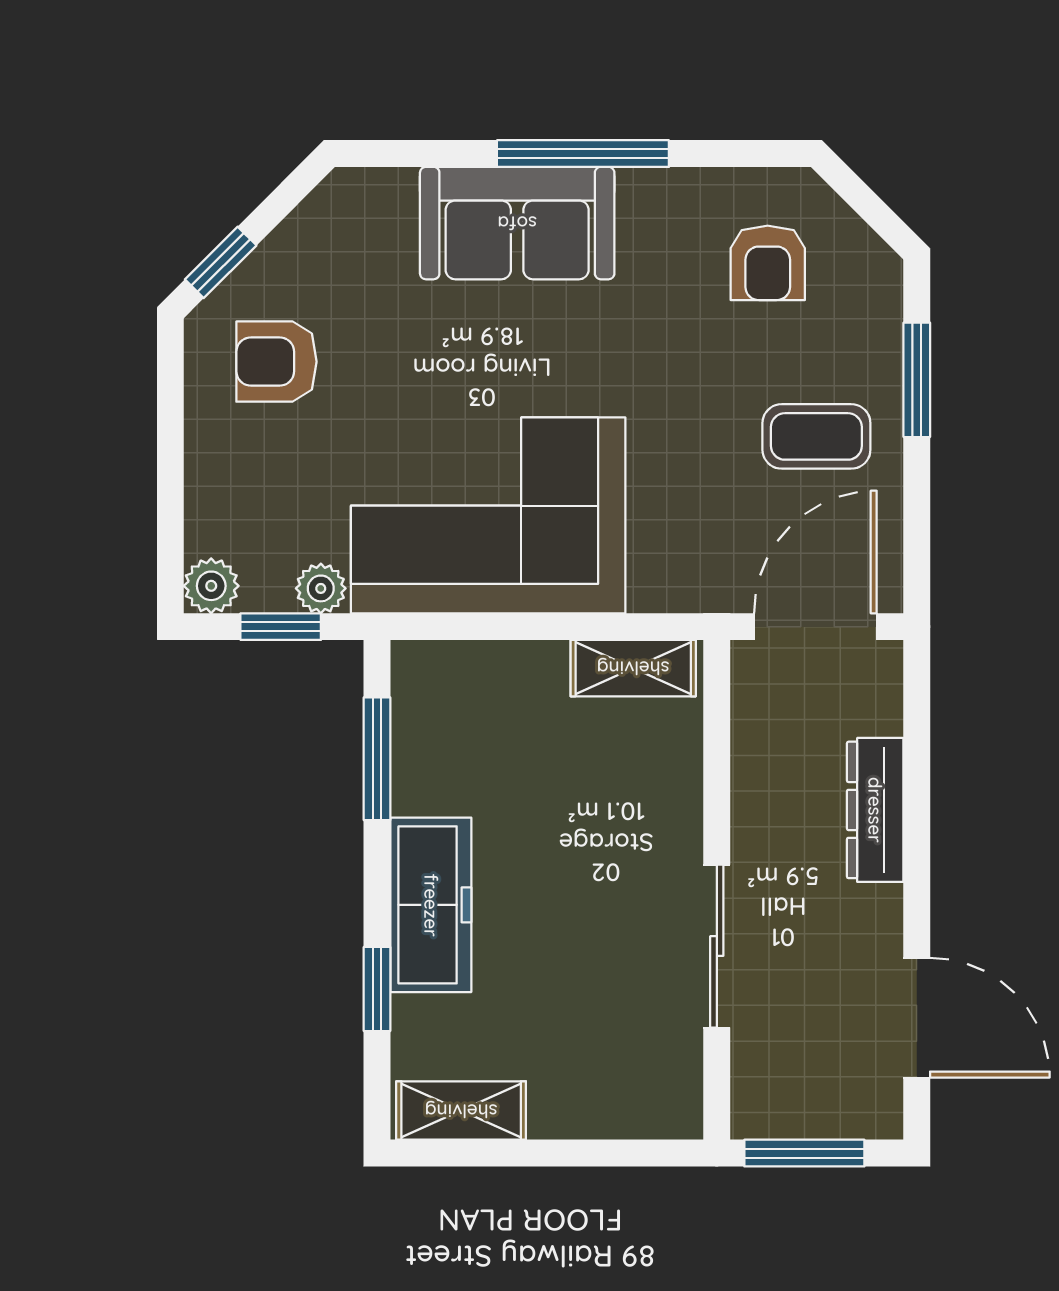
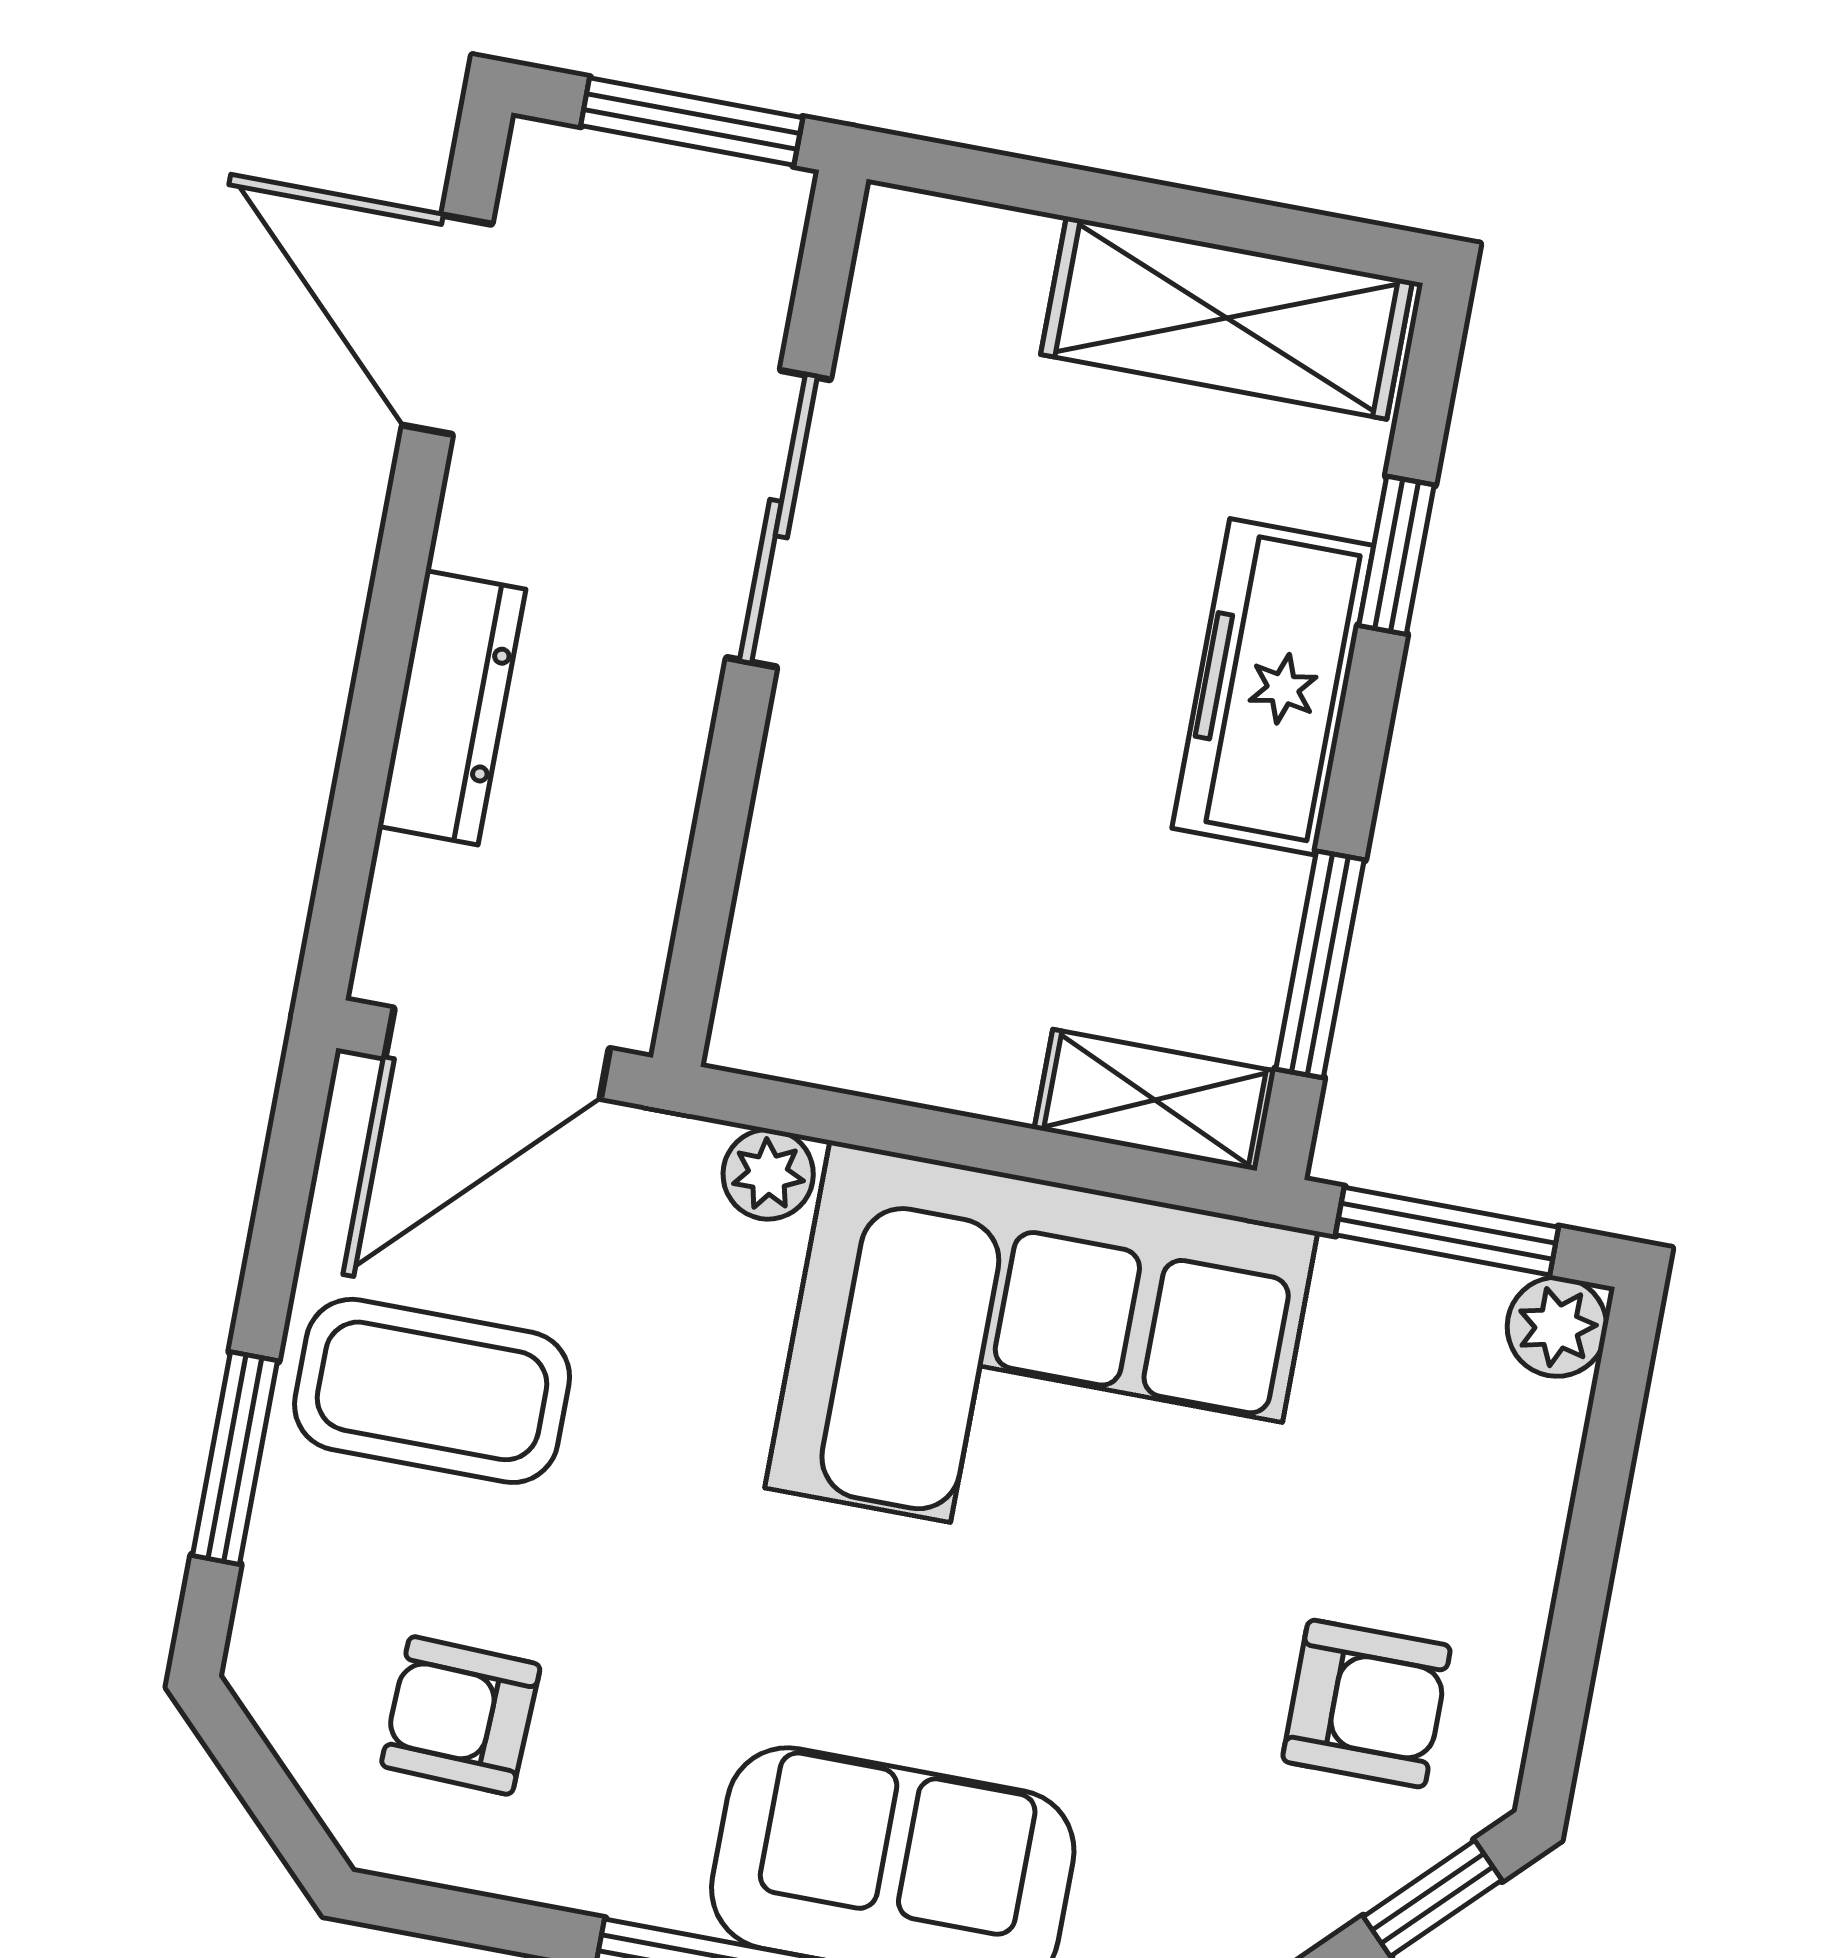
armchair: (768, 263) -> (461, 1715), turned -88
coffee table: (816, 436) -> (432, 1391), width x1.36, depth x1.30
plant: (321, 588) -> (768, 1174), moved
window: (281, 627) -> (1447, 1231), width x1.50
shelving: (633, 668) -> (1155, 1100), moved
shelving: (461, 1111) -> (1227, 318), width x1.50, depth x1.33

